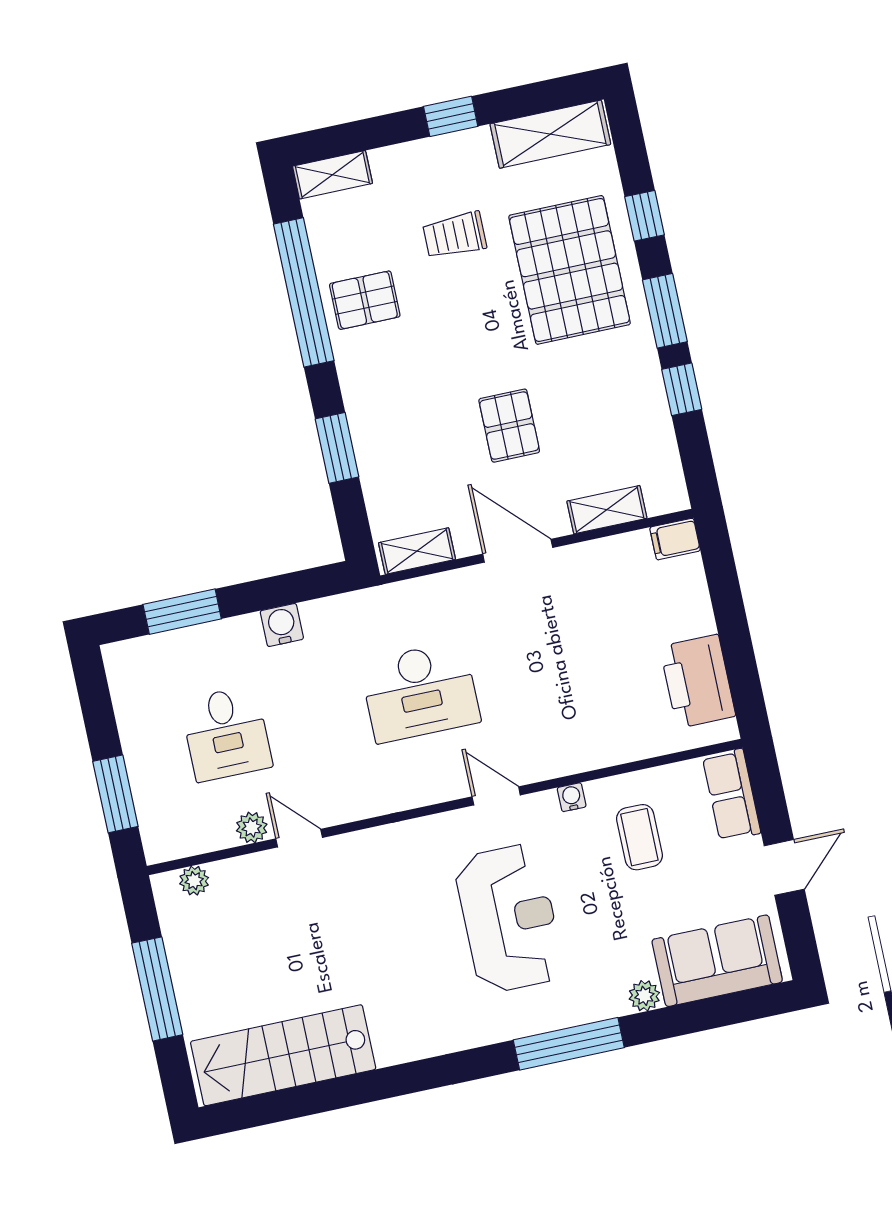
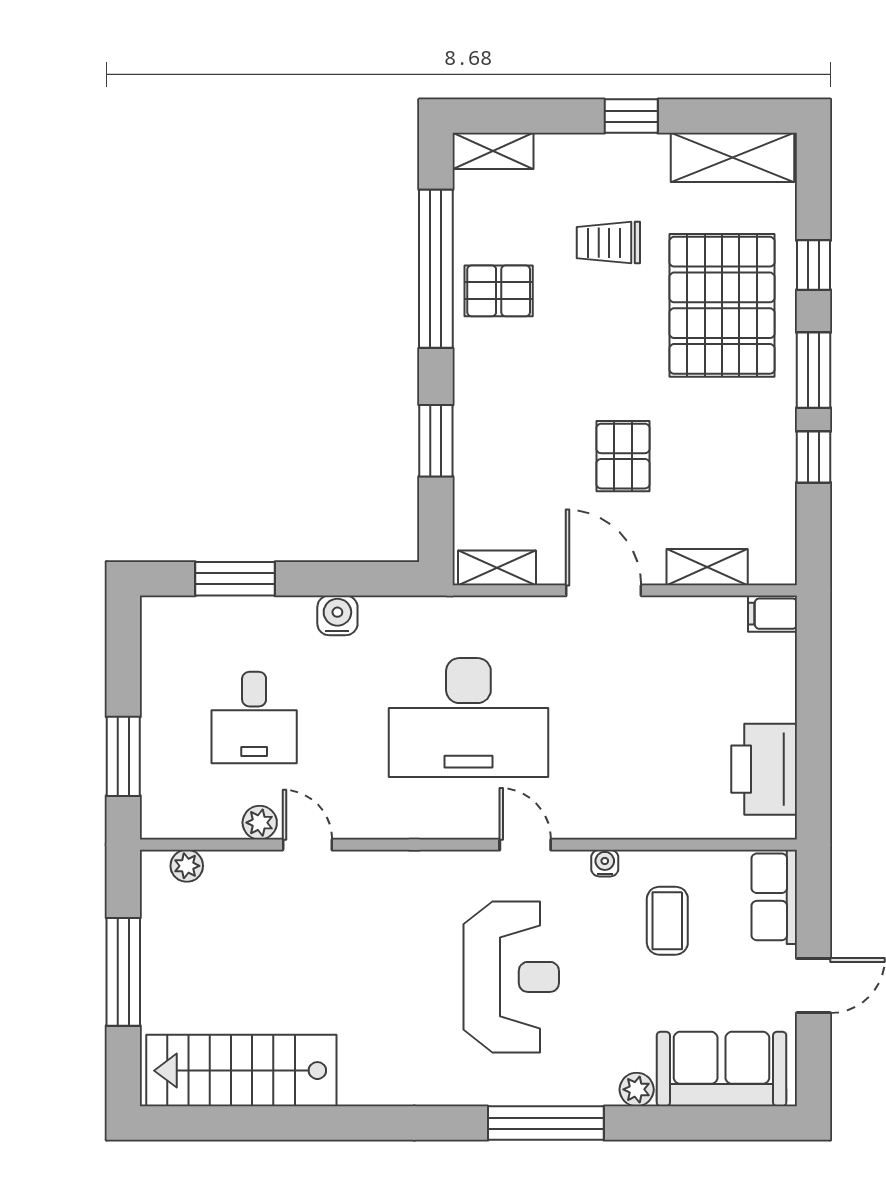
desk: (420, 692) -> (468, 718), width x1.36, depth x1.30

